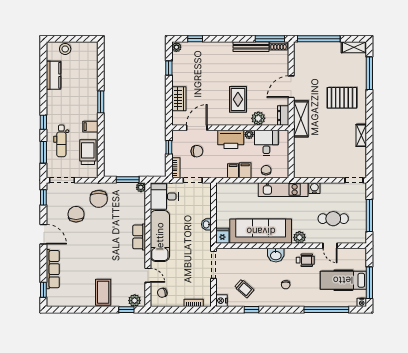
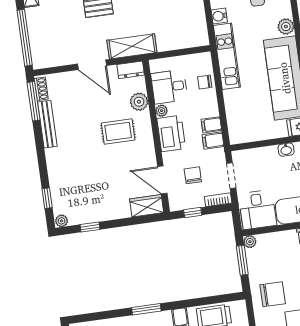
wardrobe: (179, 99) -> (147, 206), moved
filing cabinet: (245, 170) -> (213, 141), moved

